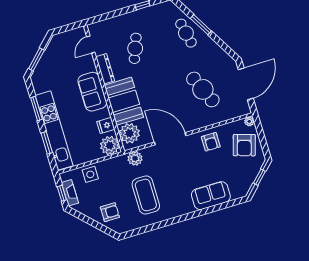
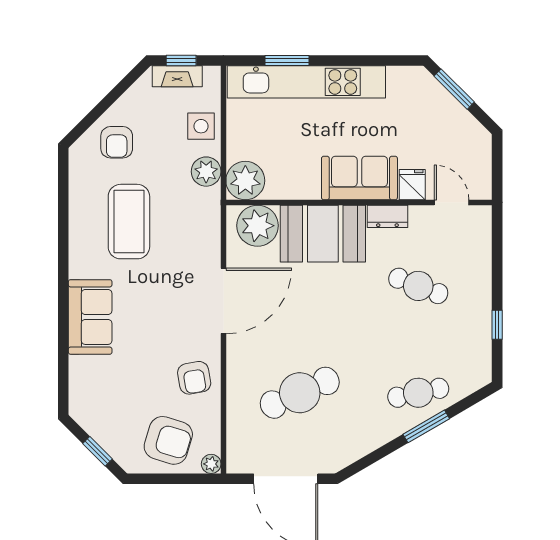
dresser: (105, 69) -> (387, 216), width x0.70
window: (36, 108) -> (359, 60), removed
fridge: (106, 125) -> (412, 185), moved
armchair: (211, 142) -> (194, 378), turned -100
armchair: (244, 145) -> (168, 440), turned 180
plant: (135, 158) -> (206, 172), moved
coffee table: (146, 195) -> (129, 222), turned 90
sofa: (211, 196) -> (90, 317), moved

